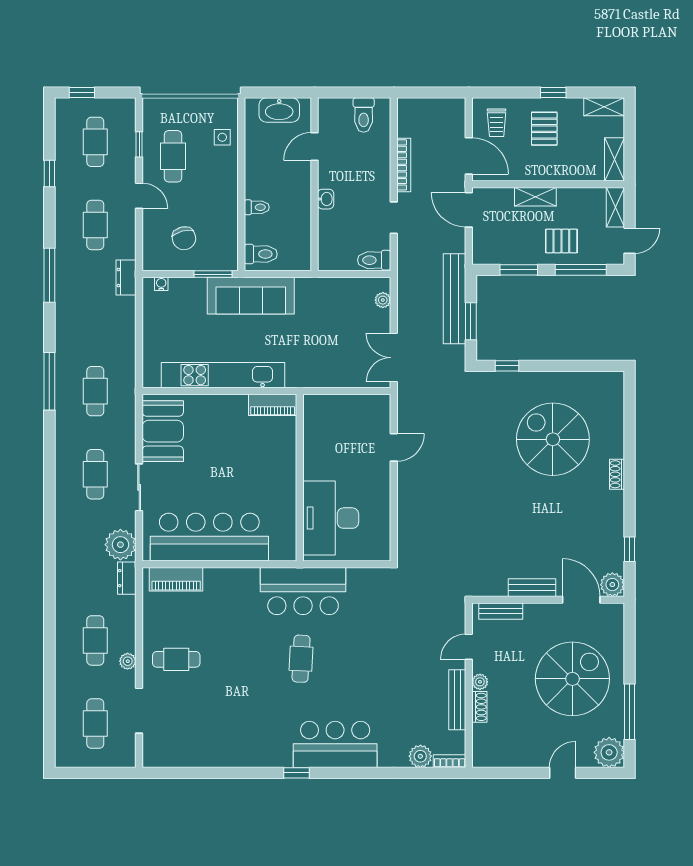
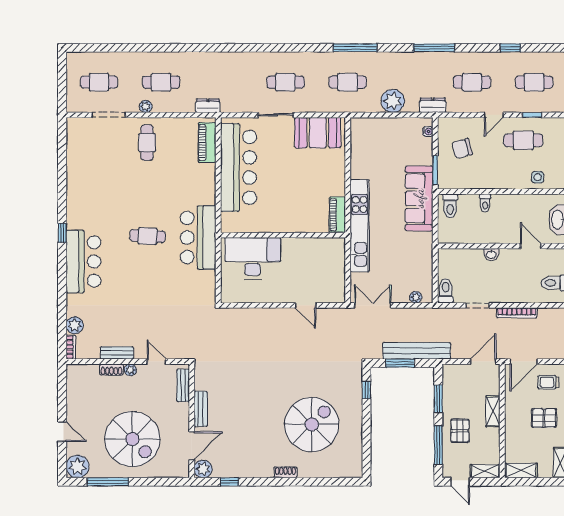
kitchen unit: (223, 375) -> (360, 226), moved
plant: (120, 545) -> (393, 101), moved
bench: (457, 700) -> (117, 353), width x0.73

